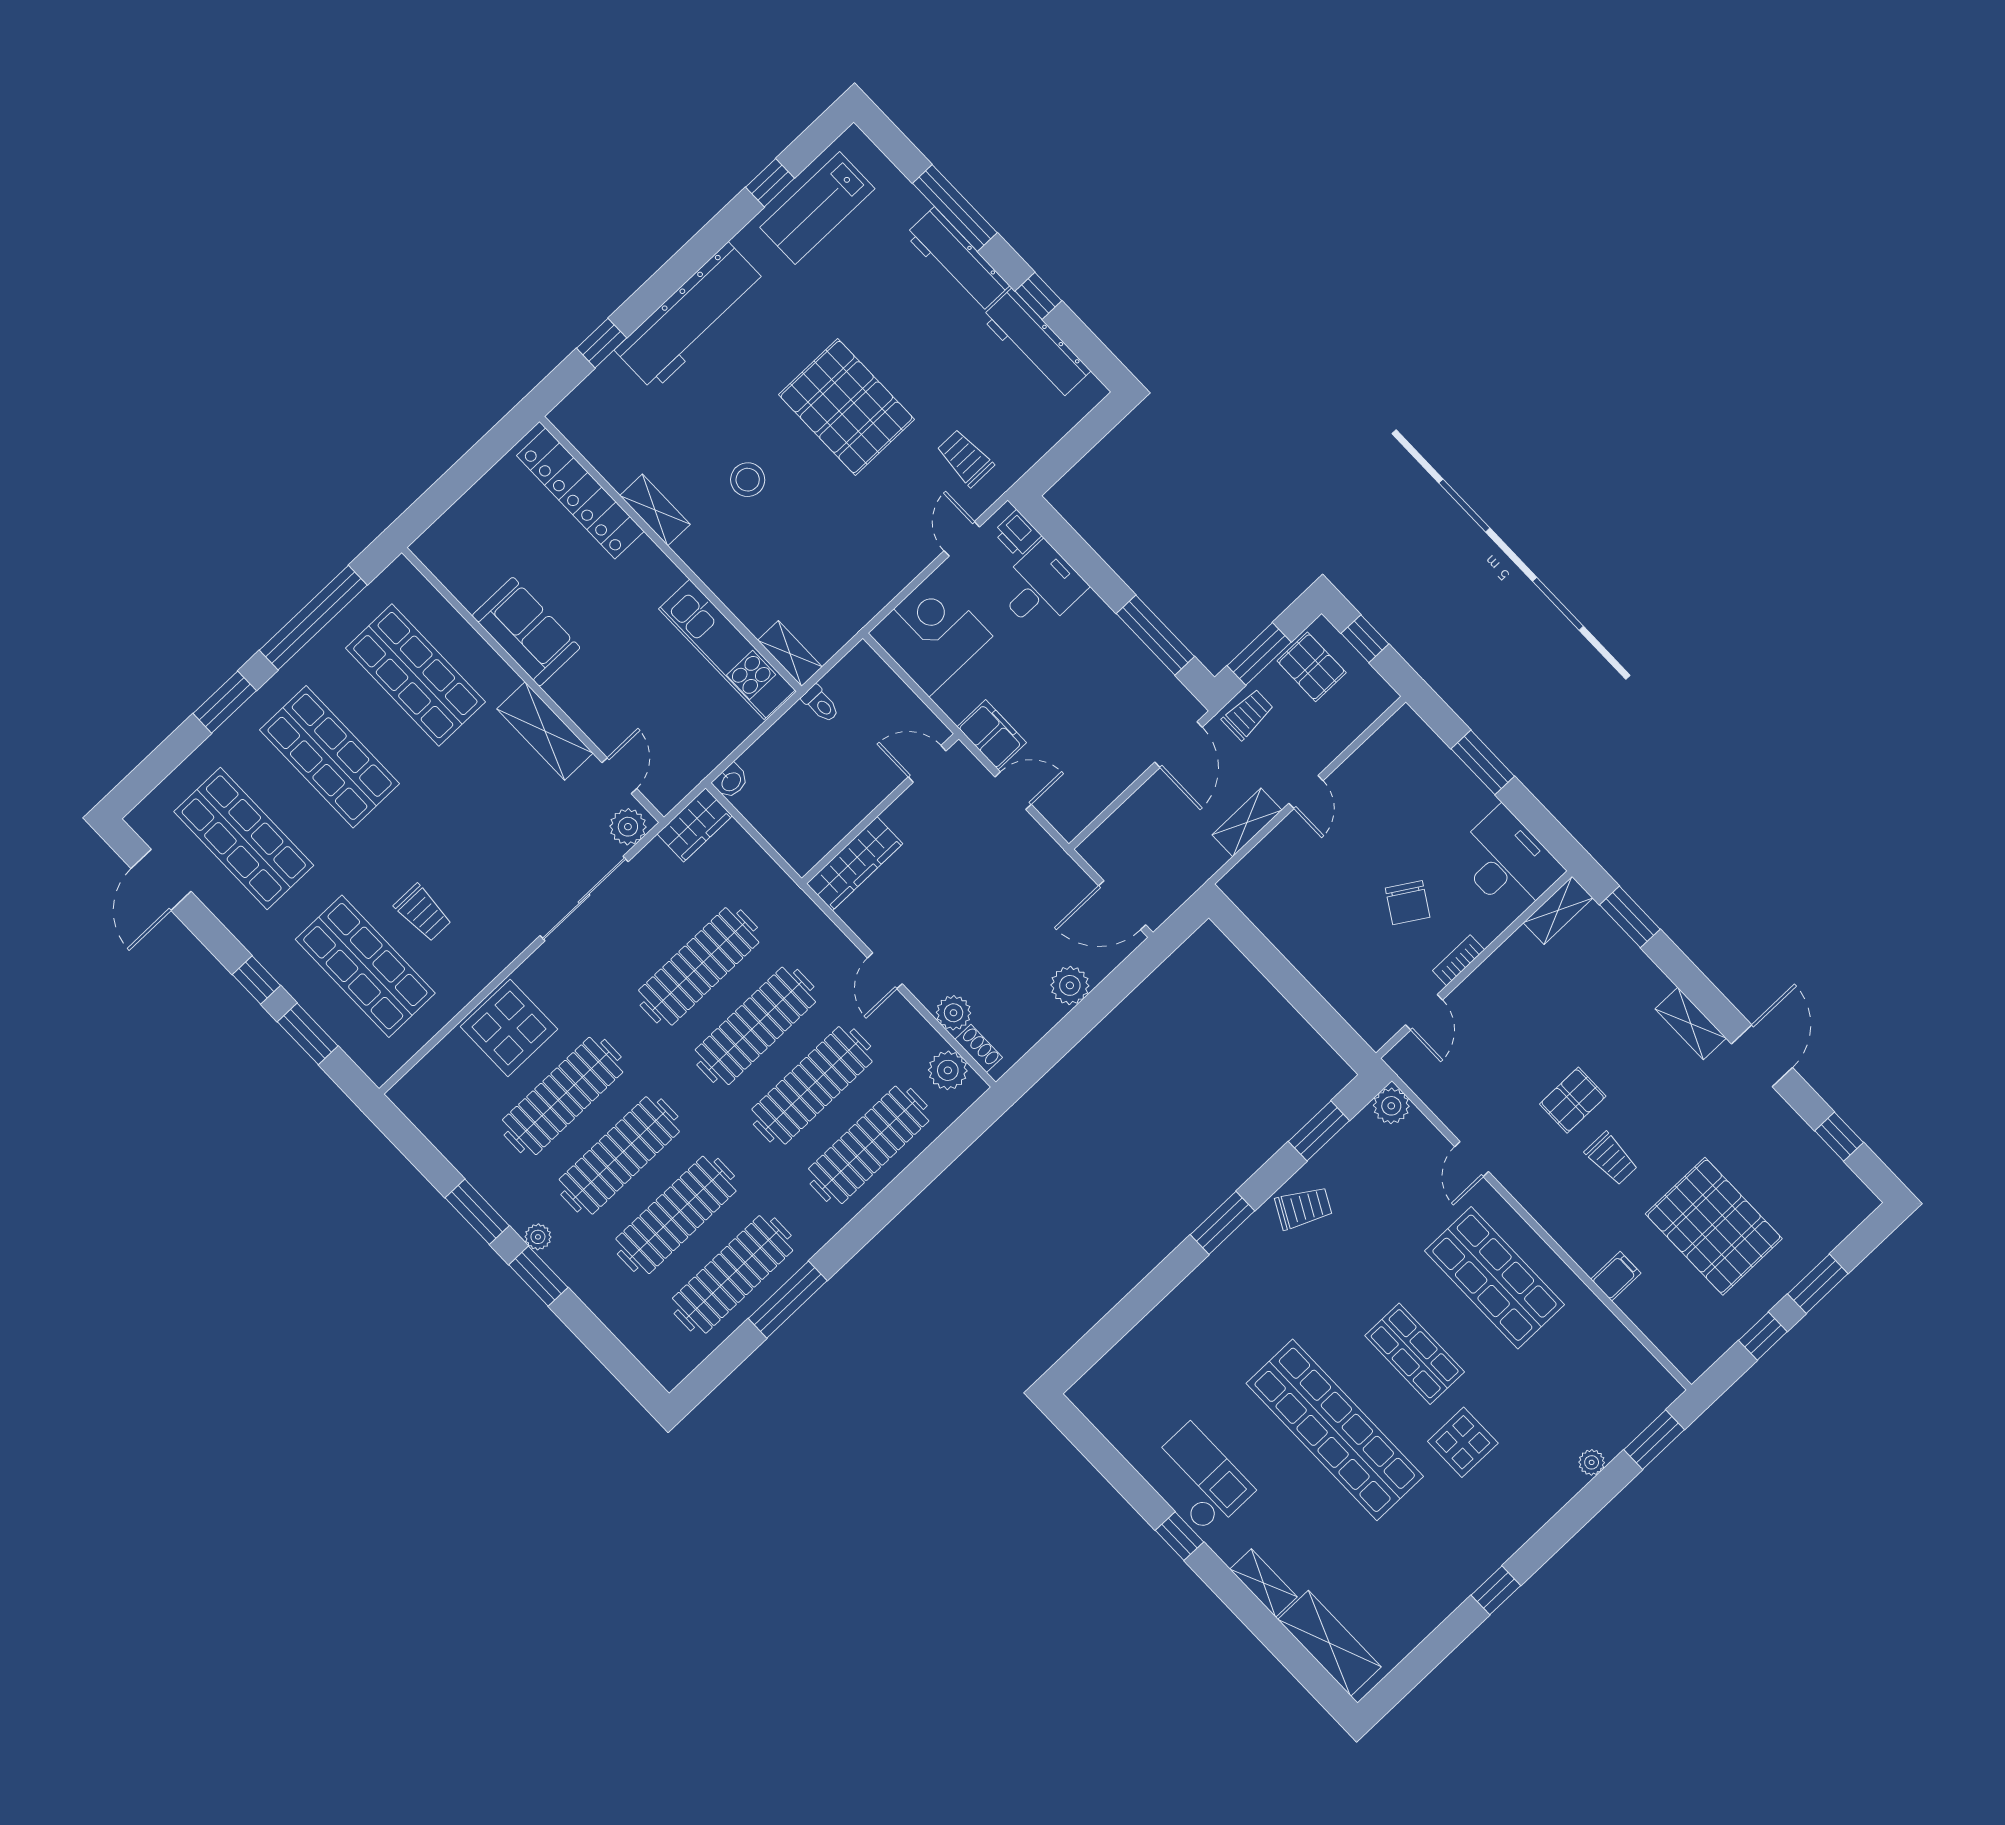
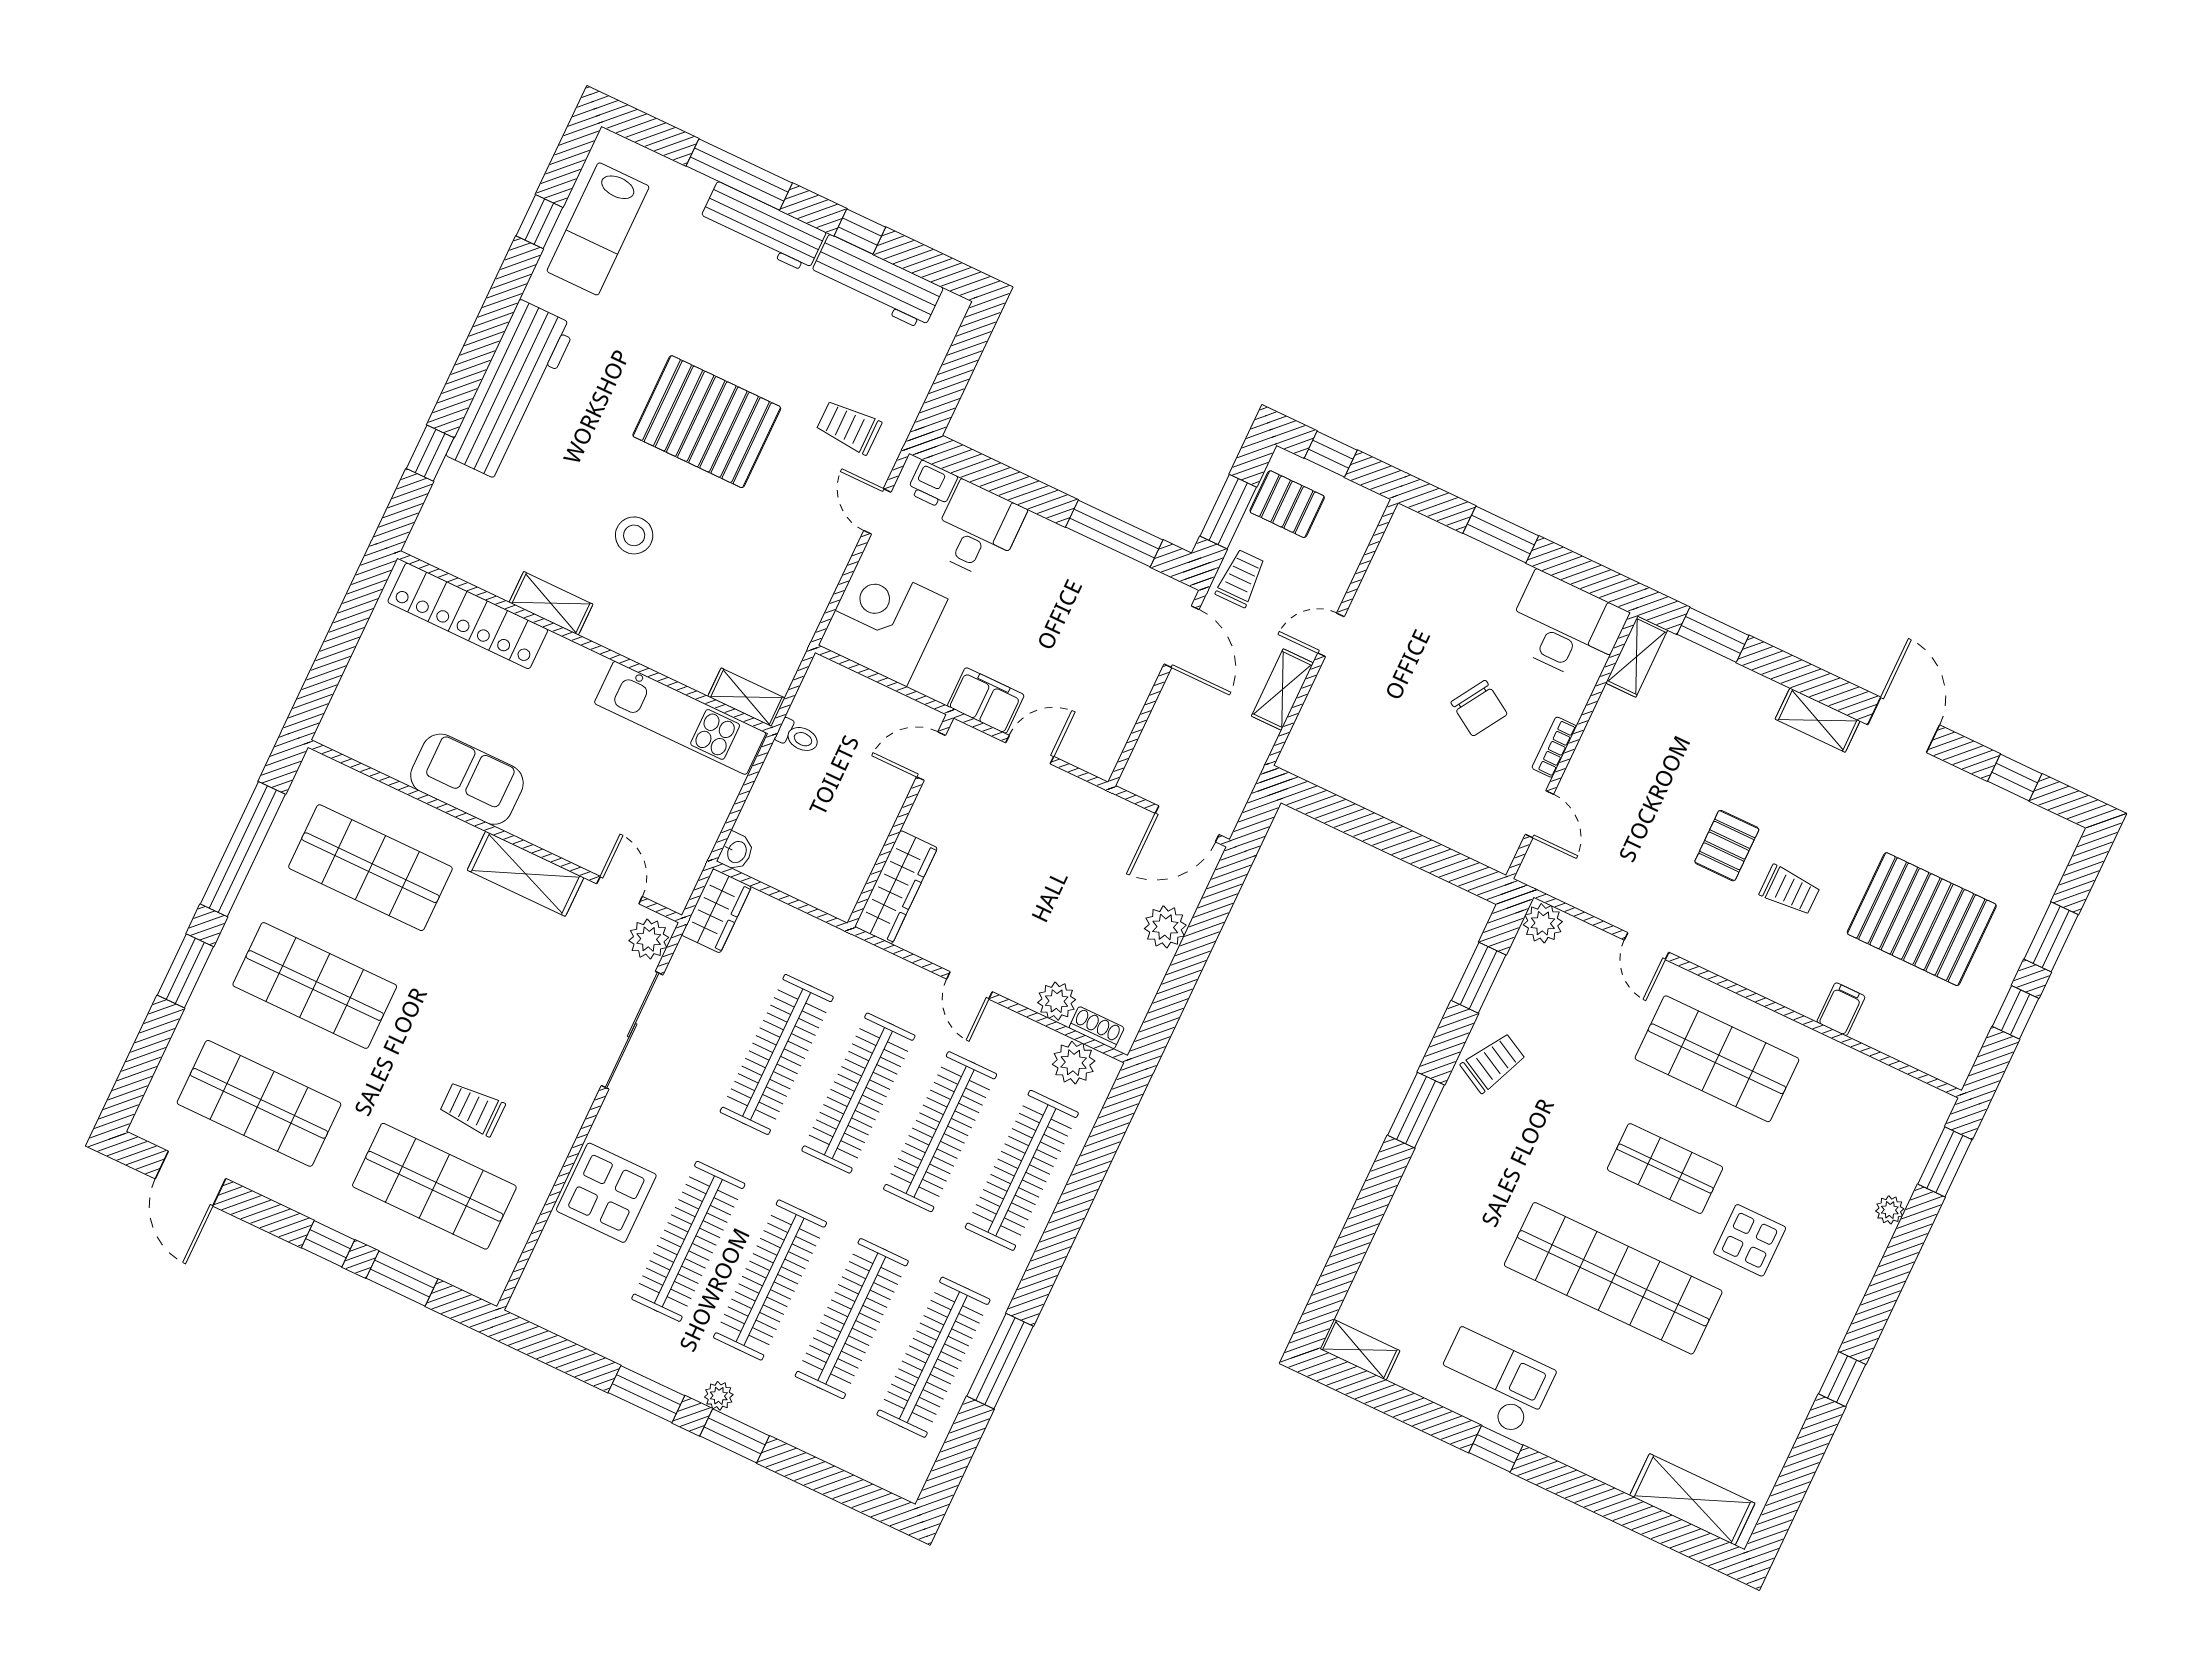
door: (1306, 792) -> (1331, 635), swing flipped
trolley: (423, 913) -> (472, 1109), turned 180
shelving: (1264, 1583) -> (1360, 1350), moved

